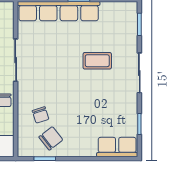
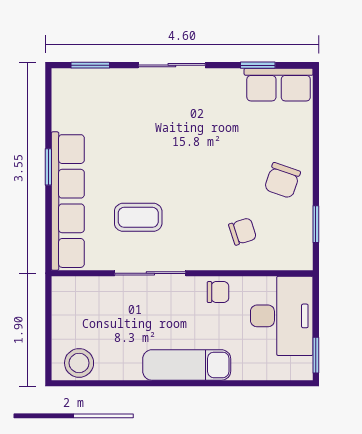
coffee table: (97, 61) -> (138, 217), moved, turned 90
chair: (51, 138) -> (282, 180), moved, turned -123
row of seats: (117, 147) -> (279, 85), moved, turned -90

